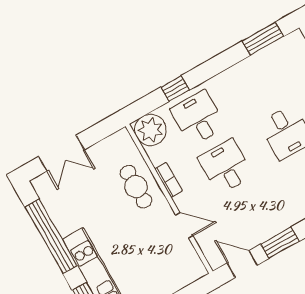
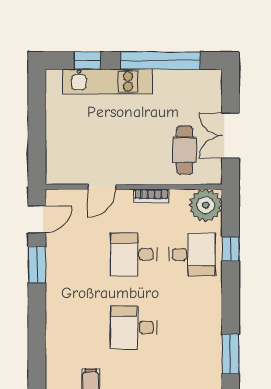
double door: (61, 153) -> (231, 136), moved
desk: (226, 167) -> (134, 254), turned 180
cafe table: (136, 187) -> (185, 150), moved, turned 90

